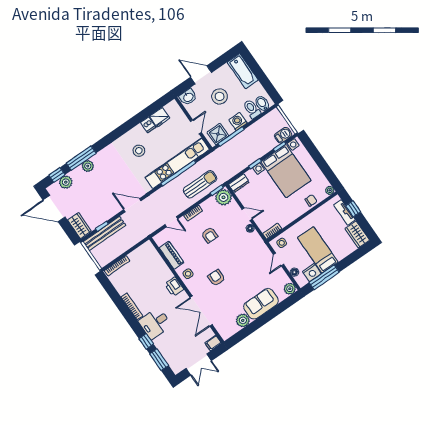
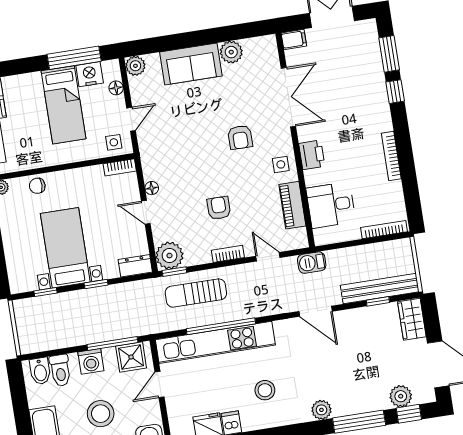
barbecue: (283, 135) -> (312, 263), moved
plant: (88, 166) -> (321, 410), moved
bed with nightstands: (286, 171) -> (65, 248), width x0.73
desk: (155, 323) -> (331, 205), moved, turned 180

